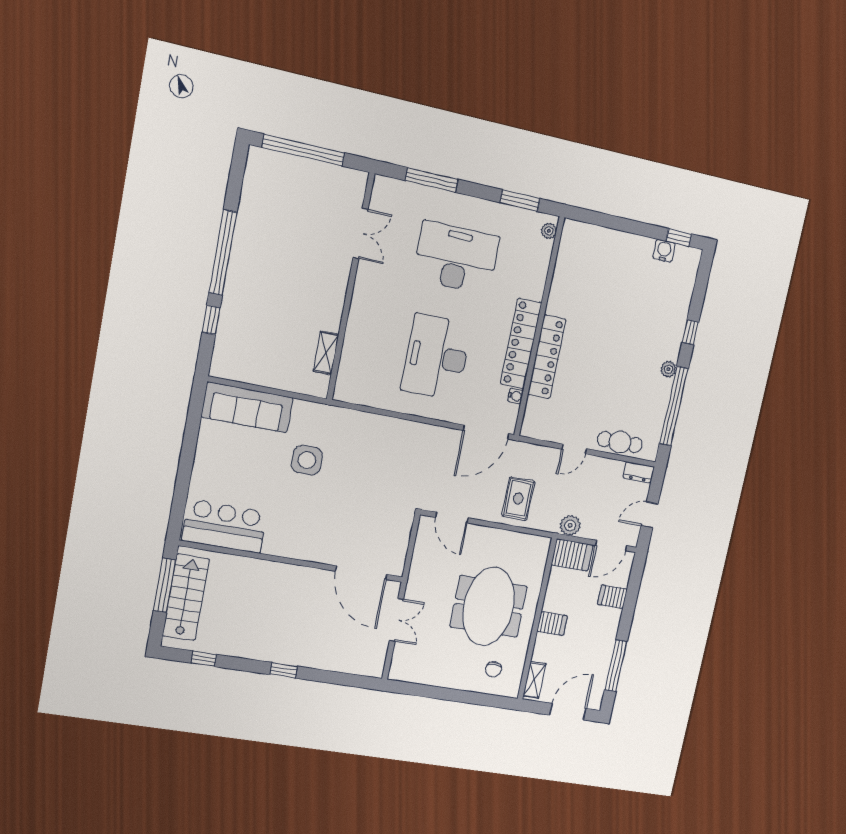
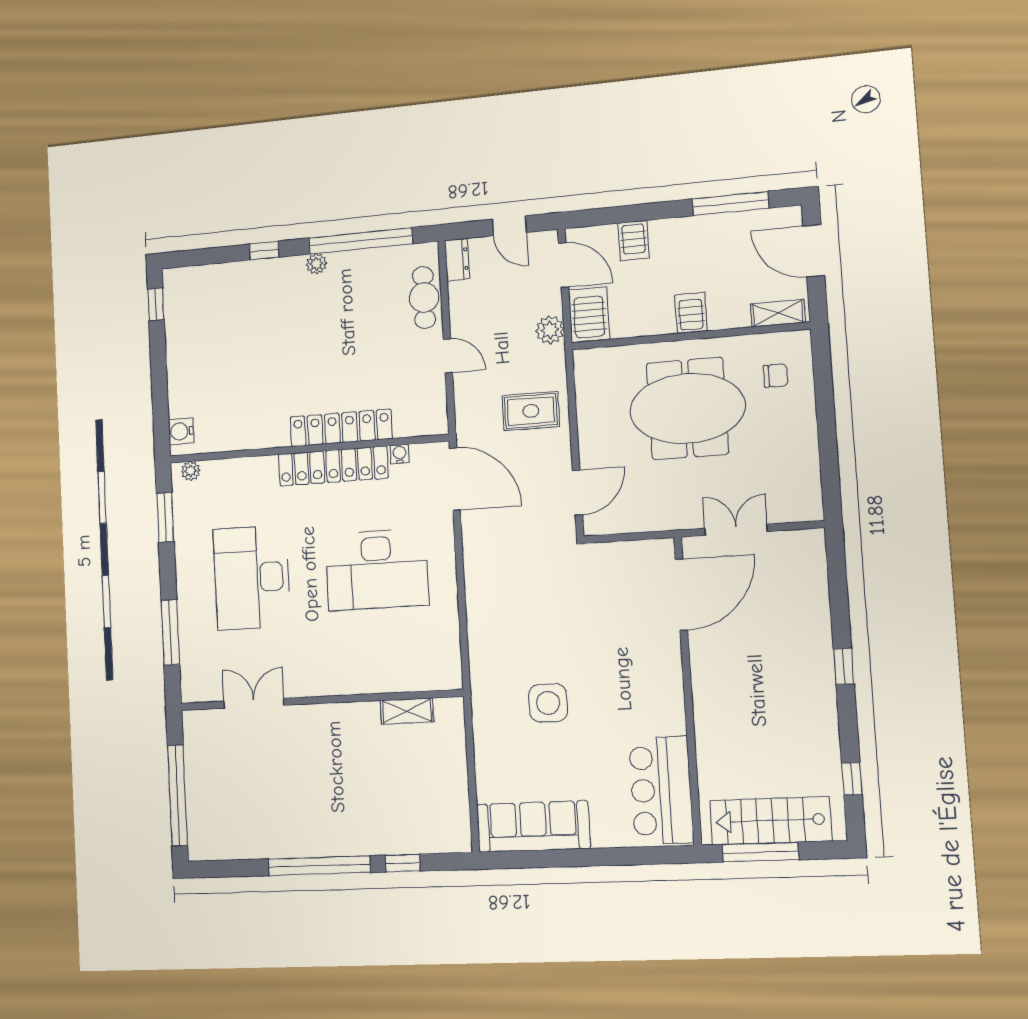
water cooler: (664, 251) -> (181, 431), moved
sofa: (247, 407) -> (533, 826), moved, turned -90

